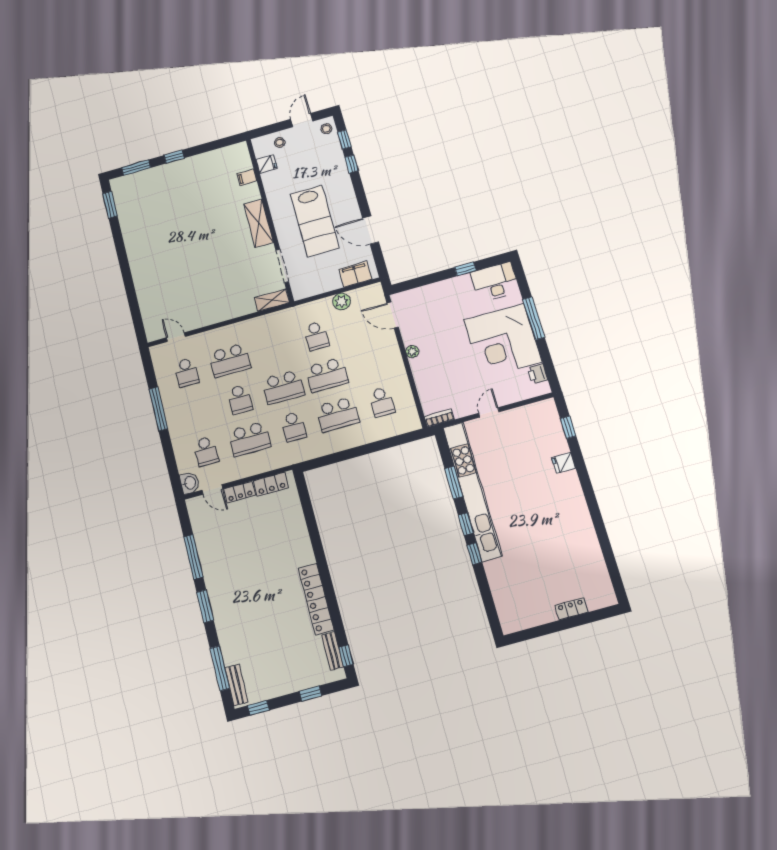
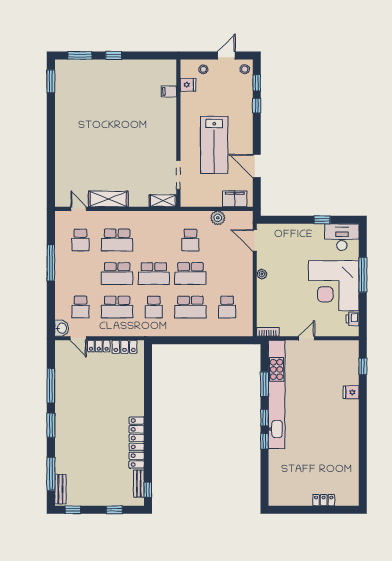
shelving: (259, 223) -> (108, 199), moved, turned 90
school desk: (240, 399) -> (117, 274), width x1.85

